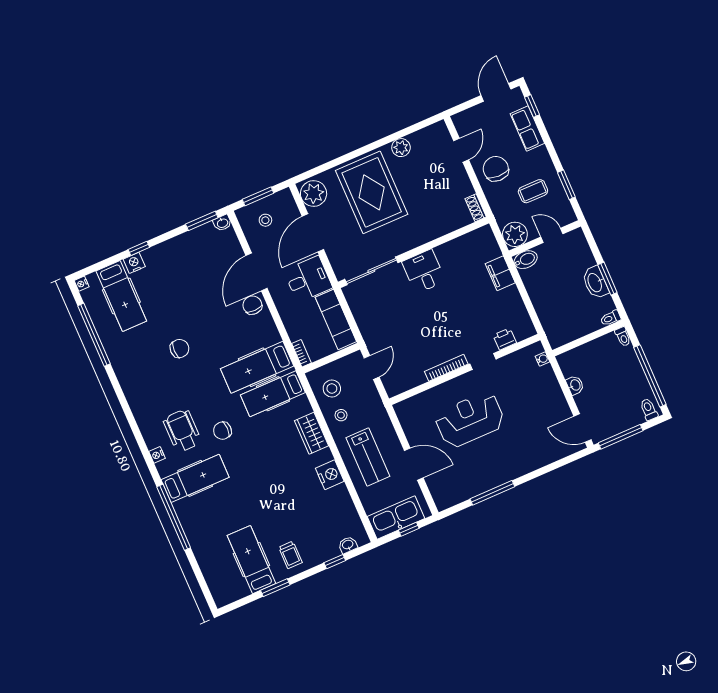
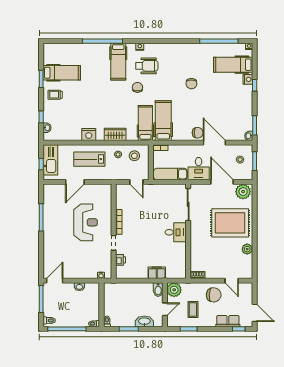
washbasin: (595, 282) -> (144, 321), moved

